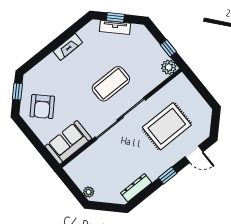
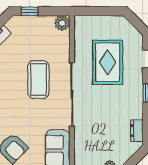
window: (168, 48) -> (30, 11), moved
dresser: (136, 188) -> (137, 131), width x0.70

